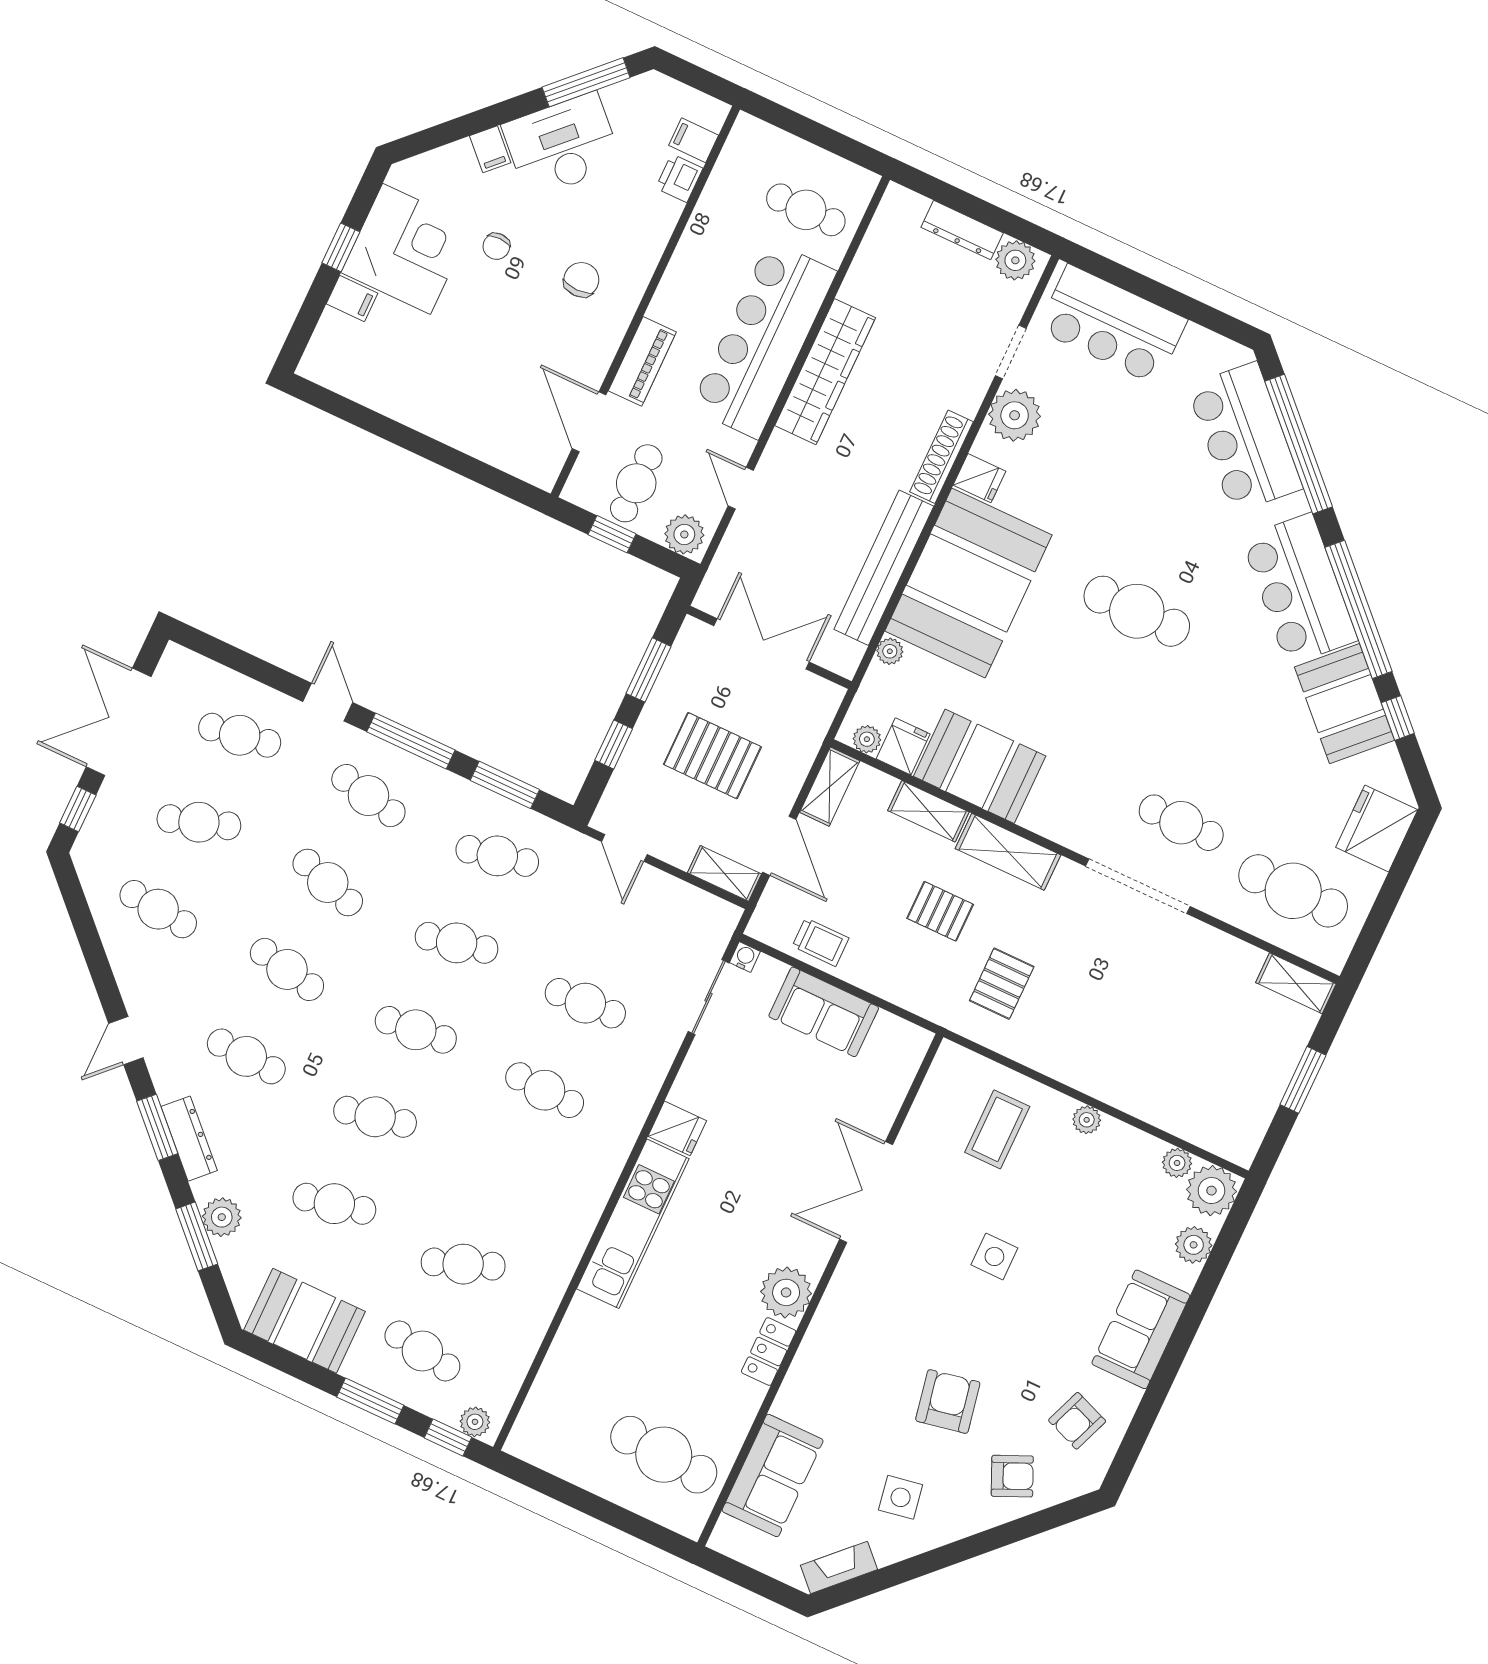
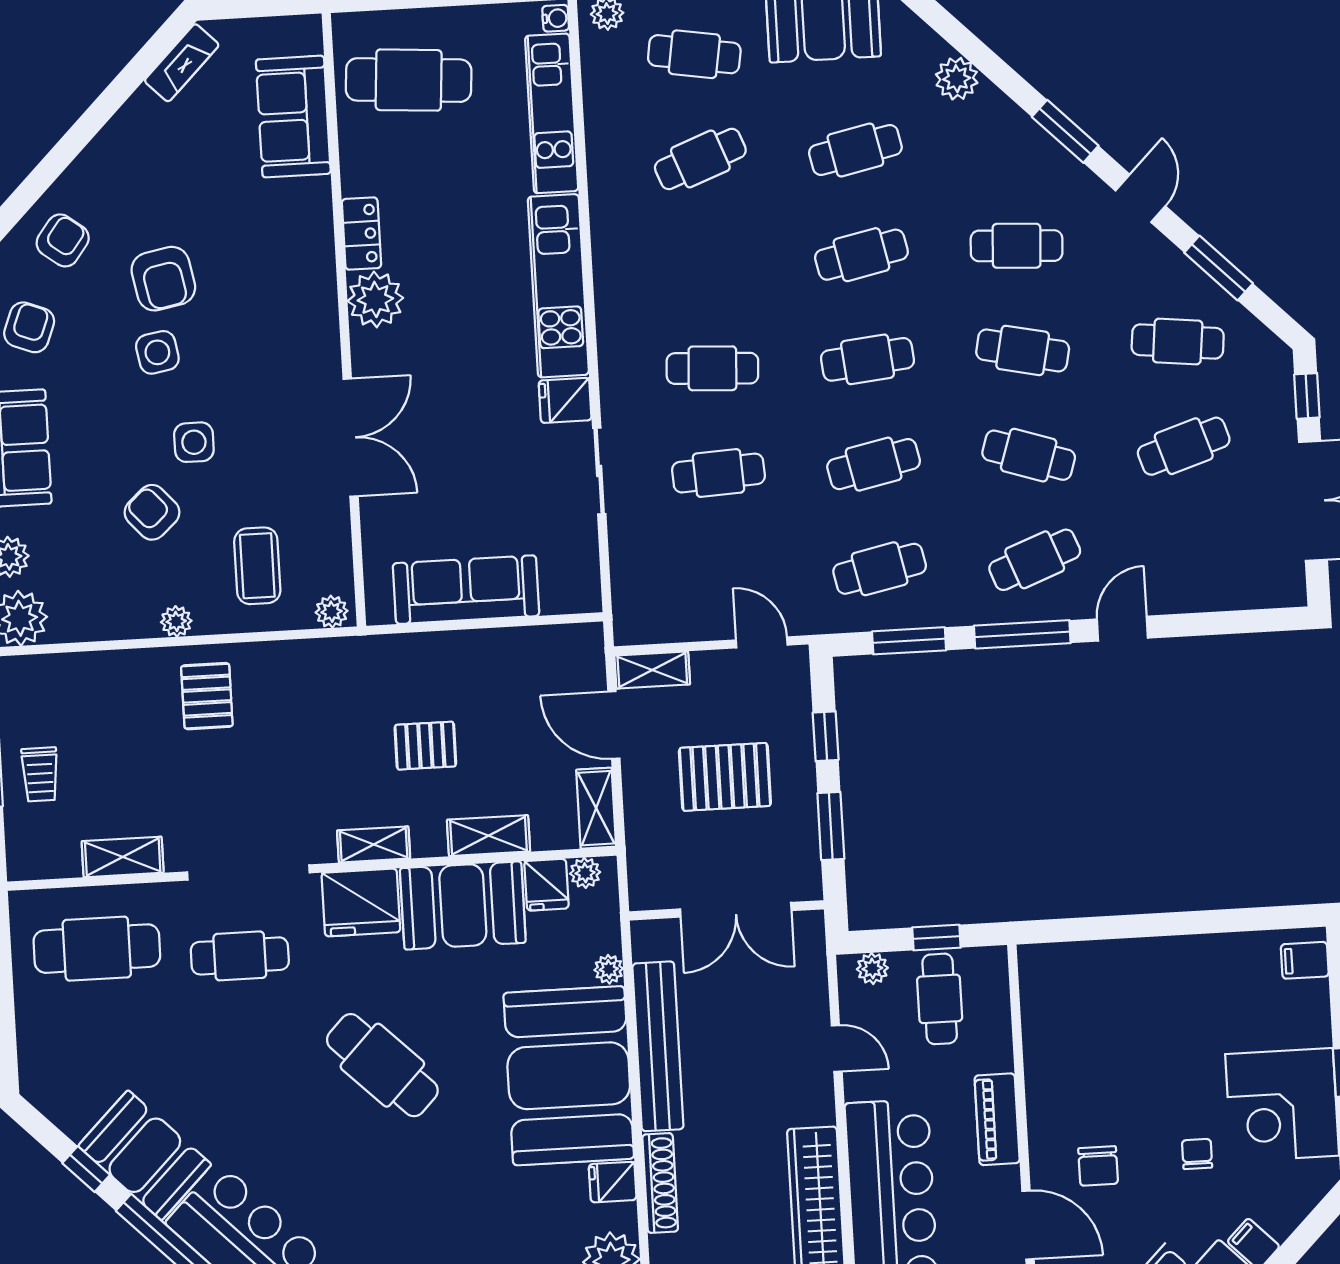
filing cabinet: (352, 299) -> (1305, 960), moved
door: (589, 422) -> (1028, 1225), moved
plant: (684, 534) -> (872, 969), width x0.73, depth x0.73
cafe table: (1137, 611) -> (382, 1065), moved, turned 44
door: (328, 702) -> (1122, 629), swing flipped
cafe table: (240, 735) -> (1190, 551), removed
cafe table: (368, 796) -> (1035, 560), turned -33
fridge: (1377, 829) -> (361, 903), moved, turned 90
shelving: (1008, 852) -> (374, 844), width x0.67, depth x0.75
trolley: (821, 942) -> (40, 774), moved, turned -90
water cooler: (745, 957) -> (556, 18), moved, turned -90
shelving: (1296, 983) -> (123, 857), moved
pallet: (1002, 984) -> (207, 696), moved
sliding door: (708, 997) -> (599, 471), moved
sofa: (824, 1012) -> (466, 590), width x1.36
dresser: (189, 1139) -> (1029, 137), removed
plant: (1177, 1163) -> (332, 612), moved
armchair: (1059, 1218) -> (152, 512), added
window: (197, 1236) -> (1219, 268), moved
kitchen unit: (563, 1365) -> (552, 113), added
armchair: (1012, 1476) -> (63, 240), turned 151
side table: (901, 1497) -> (157, 352), moved

